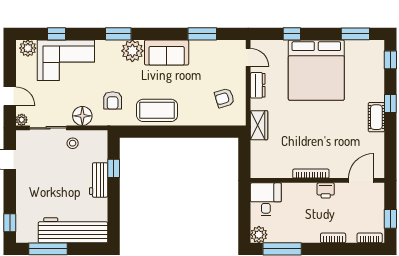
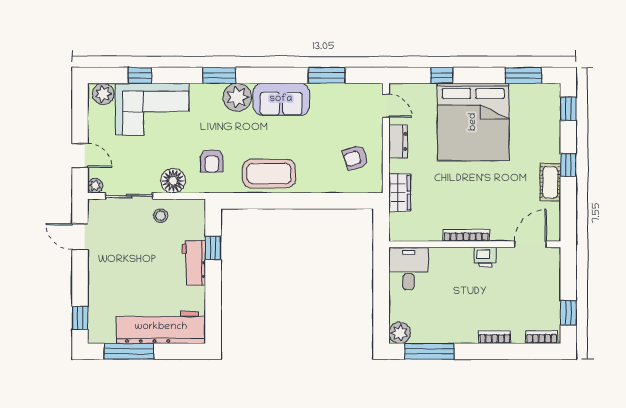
bookcase: (311, 174) -> (466, 235), moved
wall: (317, 180) -> (475, 244), moved
door: (361, 180) -> (531, 244), moved
printer: (326, 190) -> (485, 257), moved
desk: (266, 199) -> (408, 268), moved

